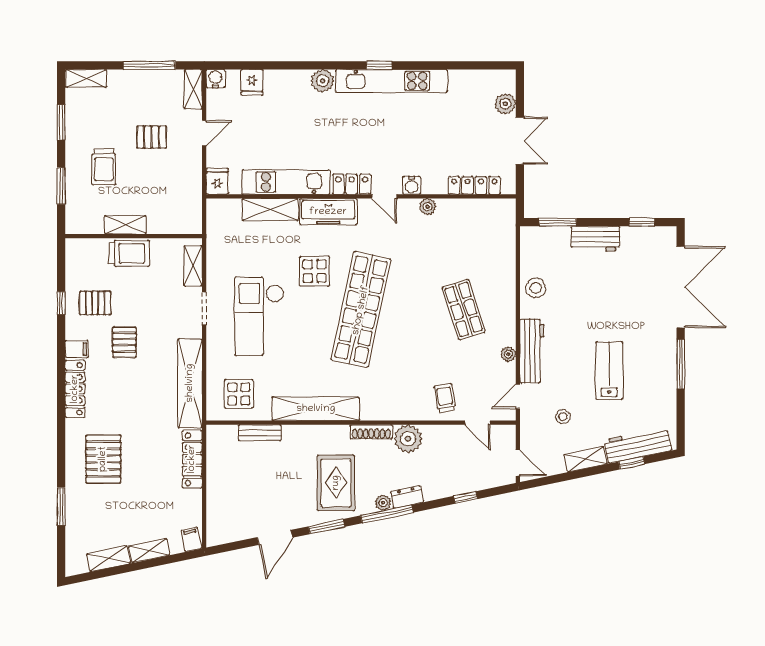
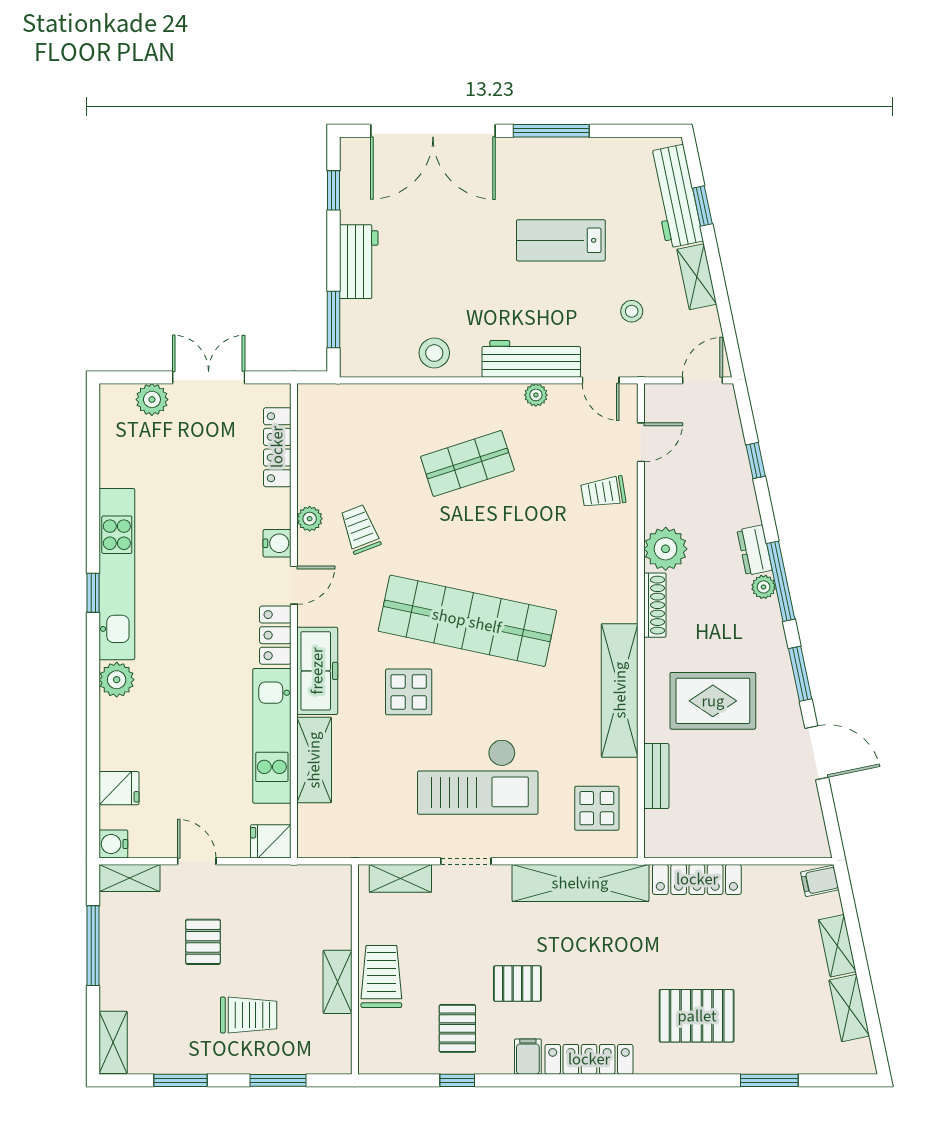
trolley: (421, 240) -> (360, 529), added
double door: (681, 287) -> (433, 131), swing flipped
rug: (336, 483) -> (713, 701), moved

